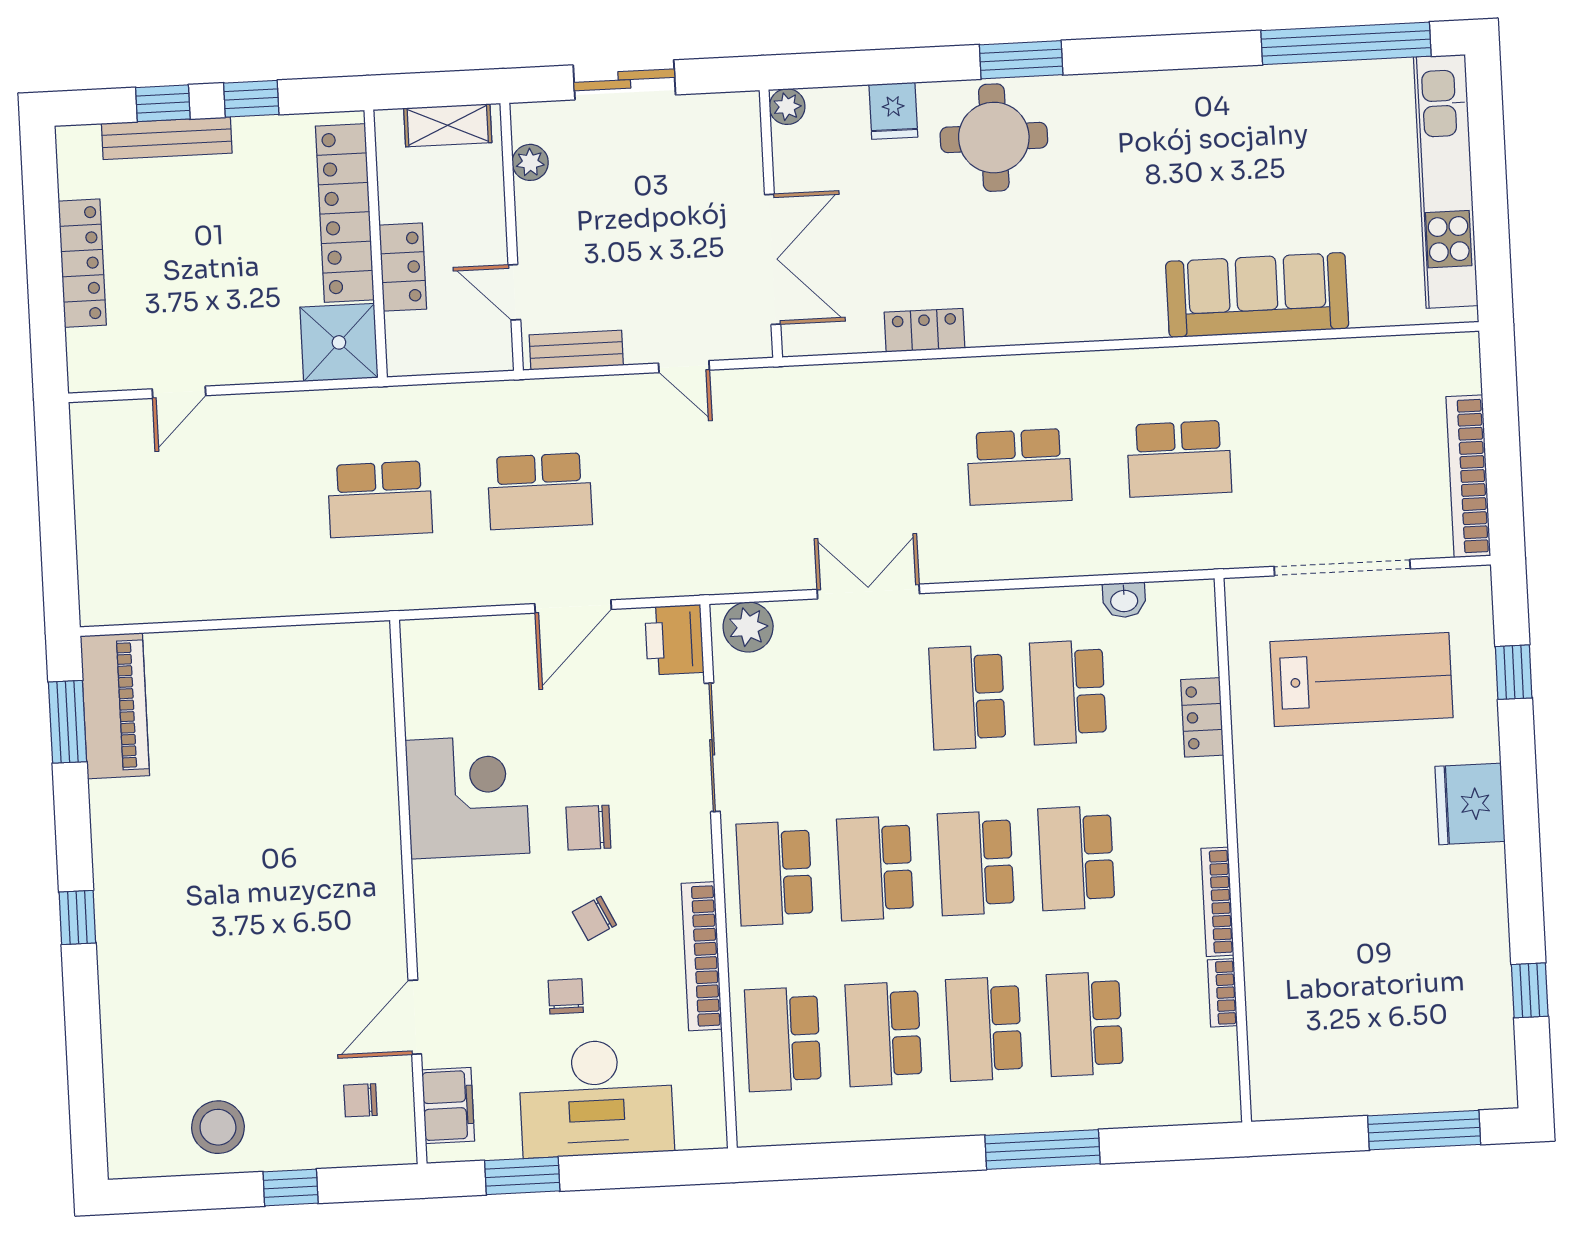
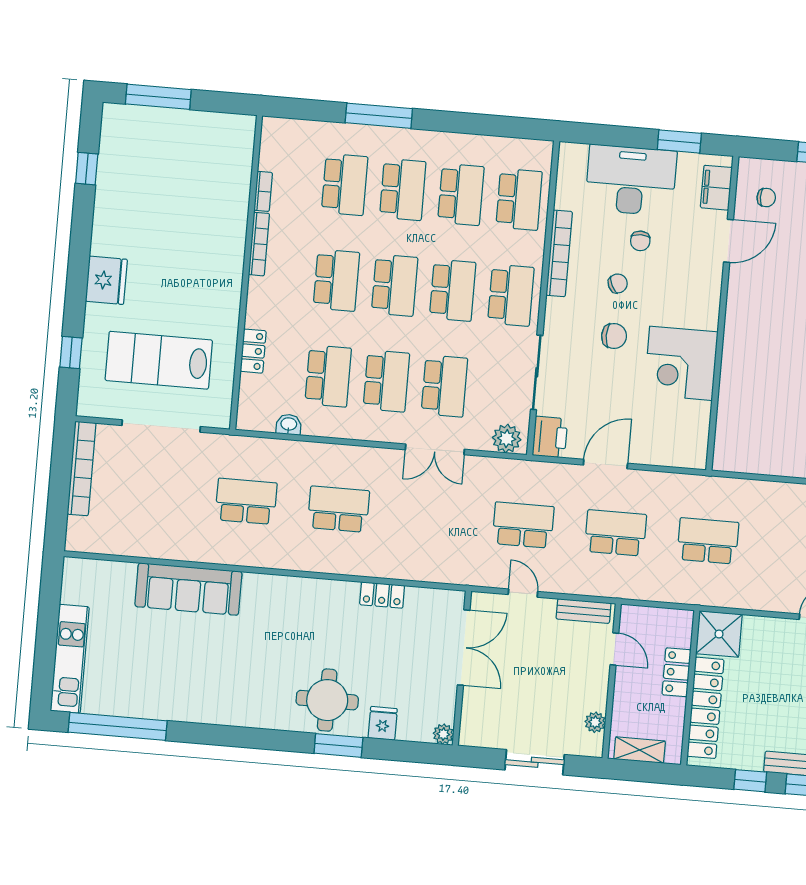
window: (1021, 60) -> (338, 745), moved
kitchen unit: (1446, 181) -> (70, 659), width x0.73
double door: (773, 259) -> (464, 648), swing flipped
school desk: (700, 483) -> (523, 525), added
school desk: (867, 702) -> (444, 386), added

